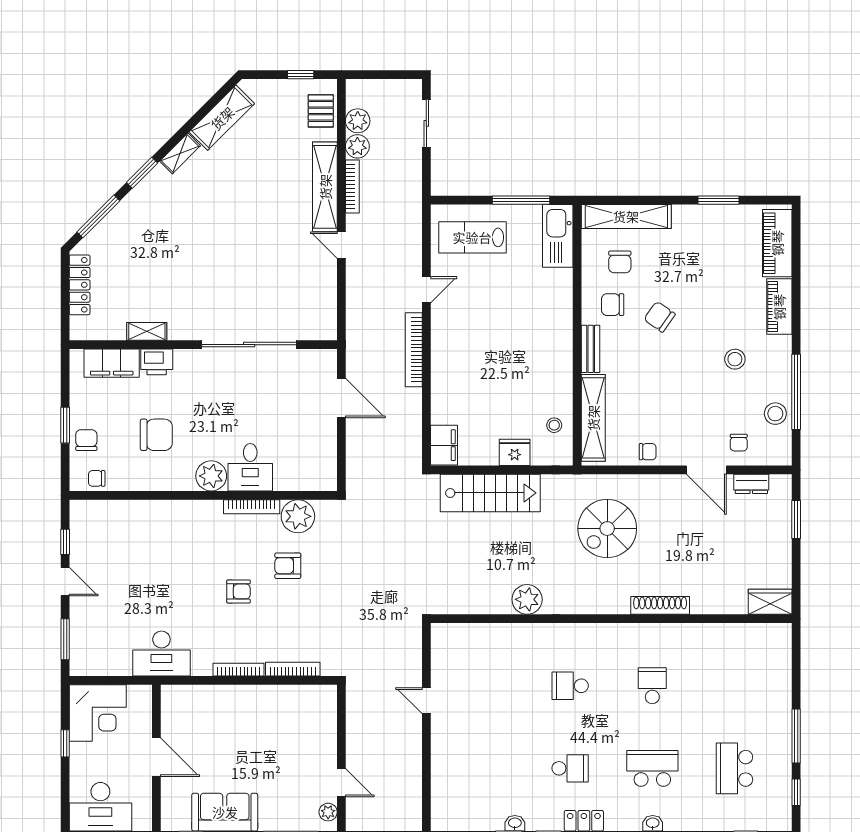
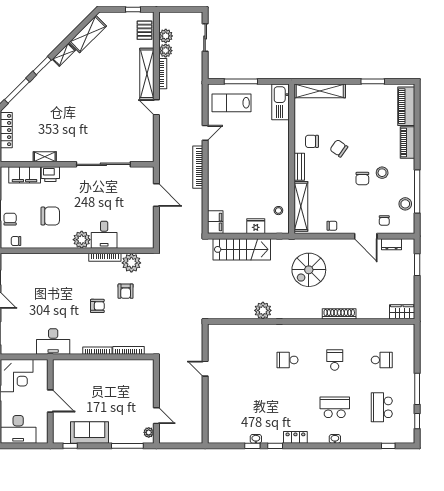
window: (521, 200) -> (241, 81), moved
chair: (620, 262) -> (362, 179), moved
armchair: (288, 566) -> (126, 291), turned -90
school desk: (570, 768) -> (382, 360), moved

